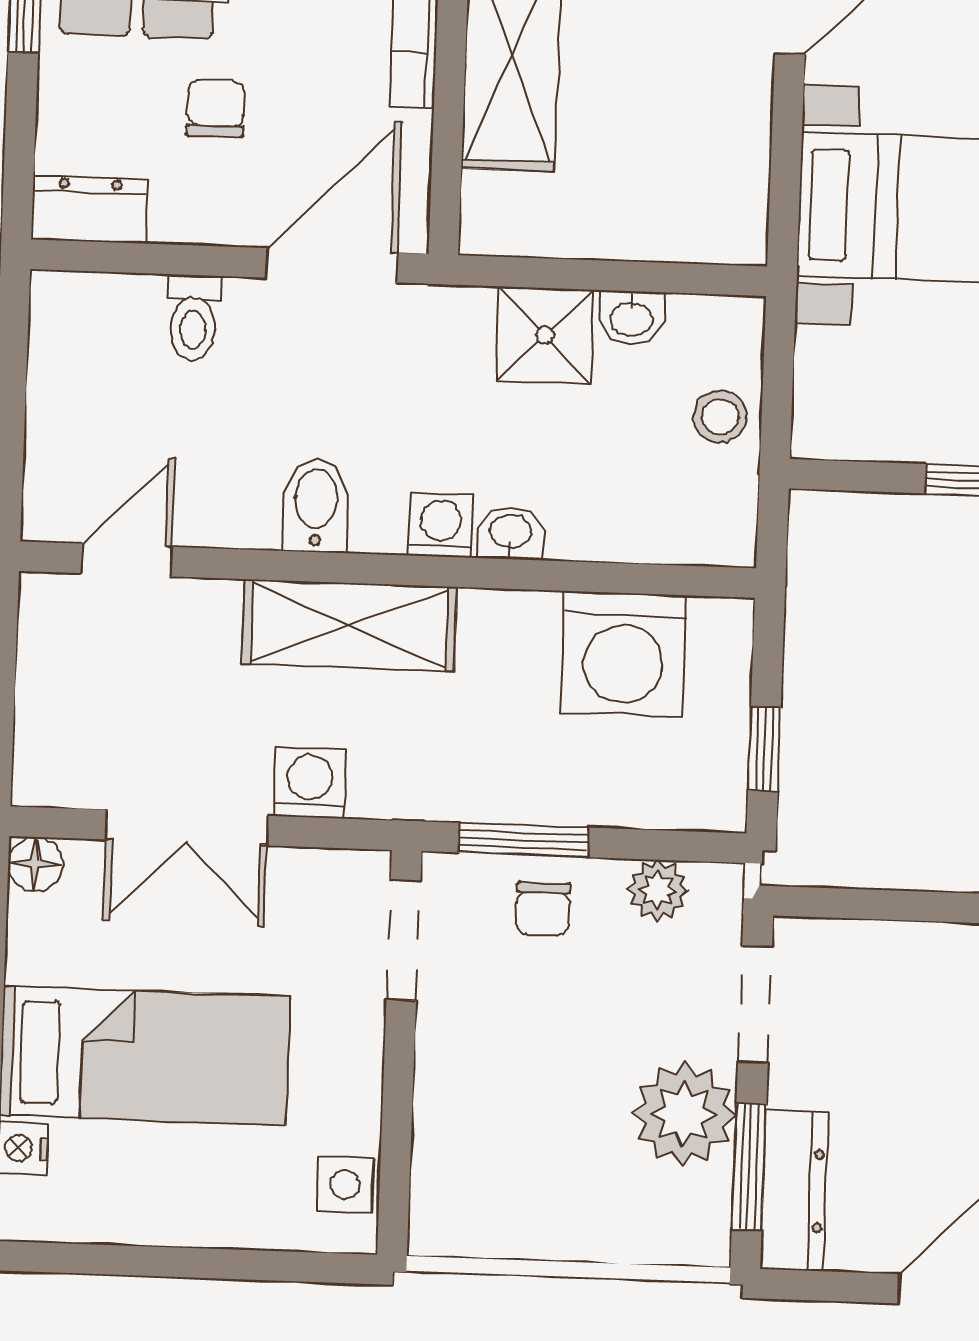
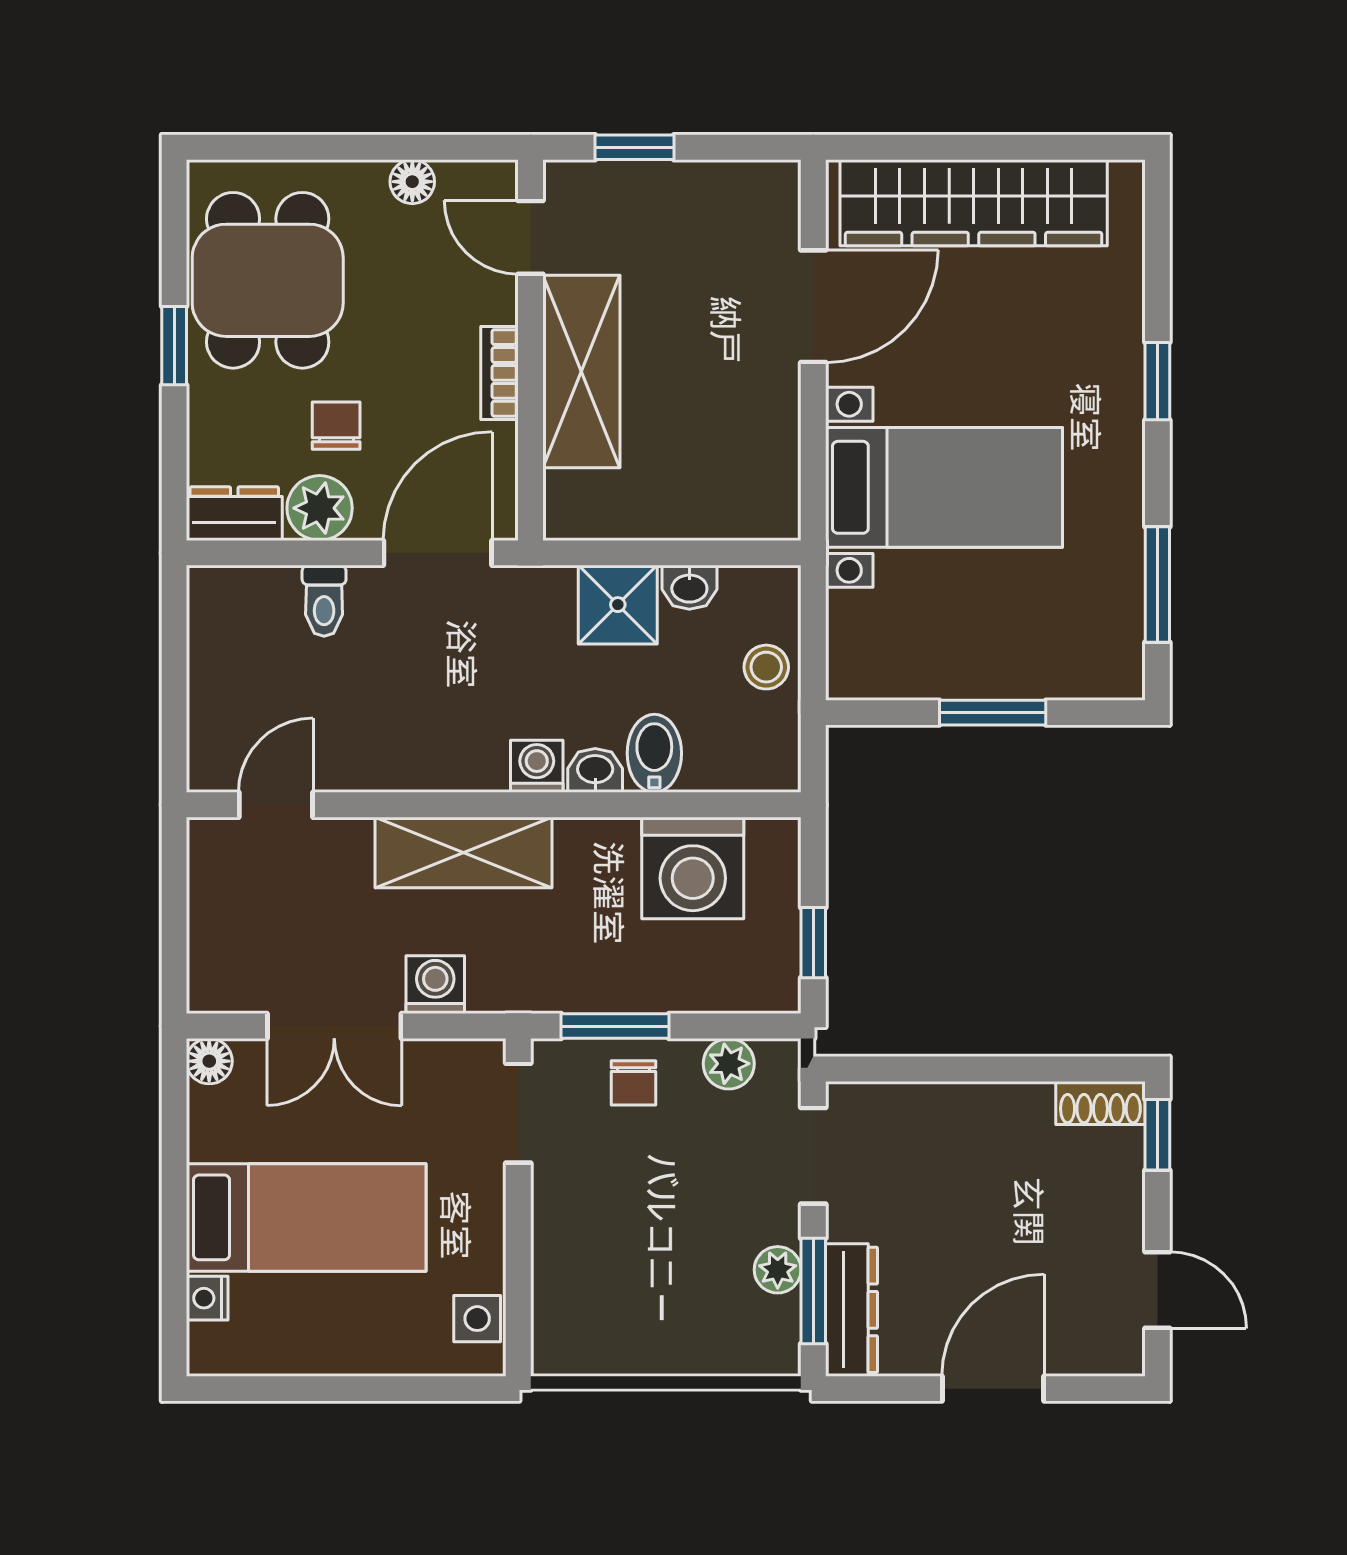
plant: (192, 206) -> (320, 508), added
bidet: (316, 505) -> (654, 753), moved
plant: (684, 1114) -> (778, 1270), width x0.53, depth x0.53

